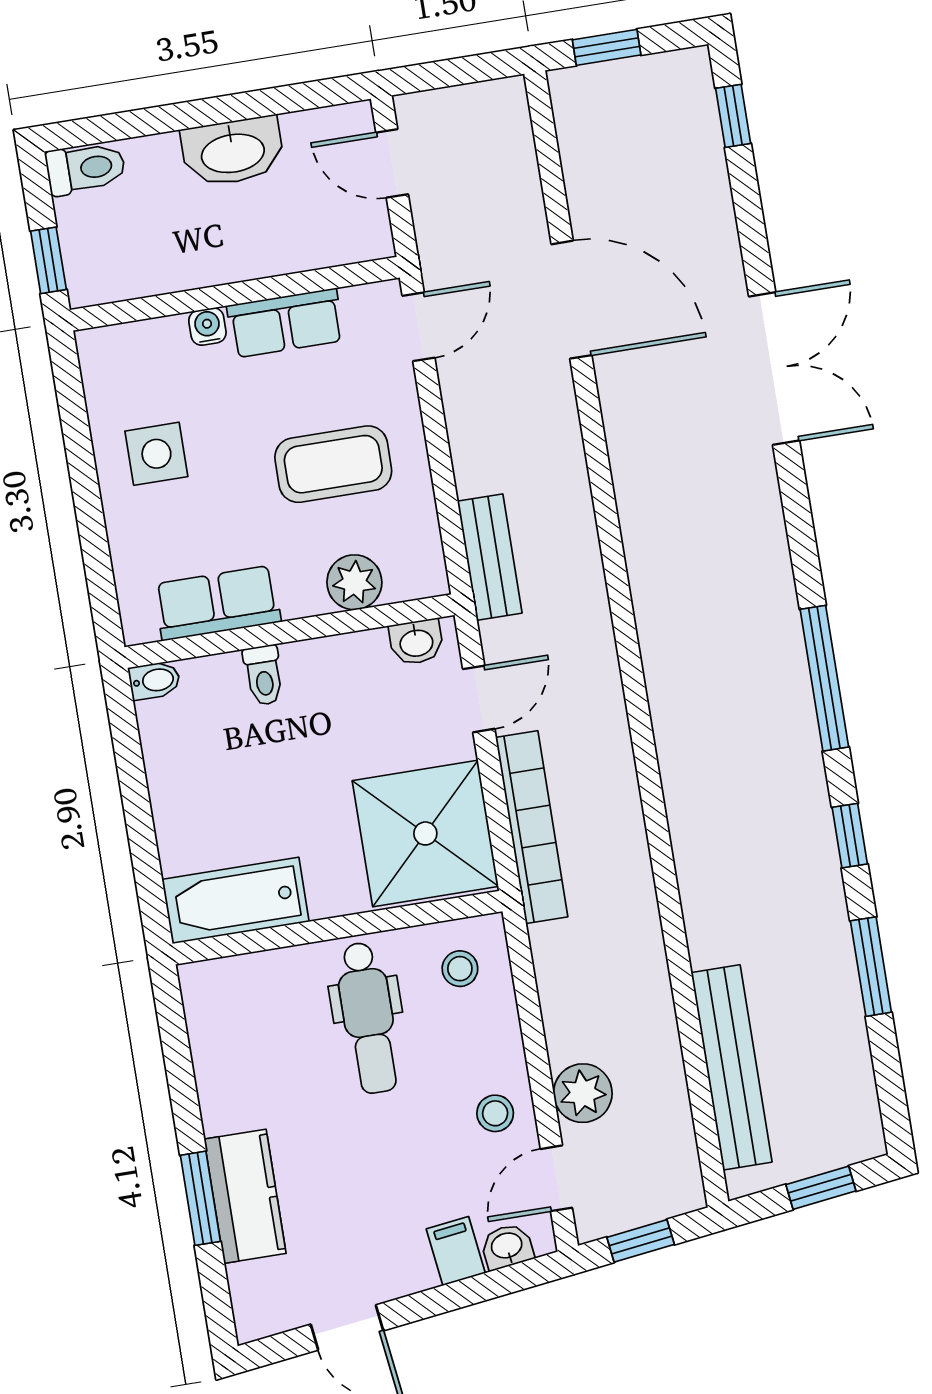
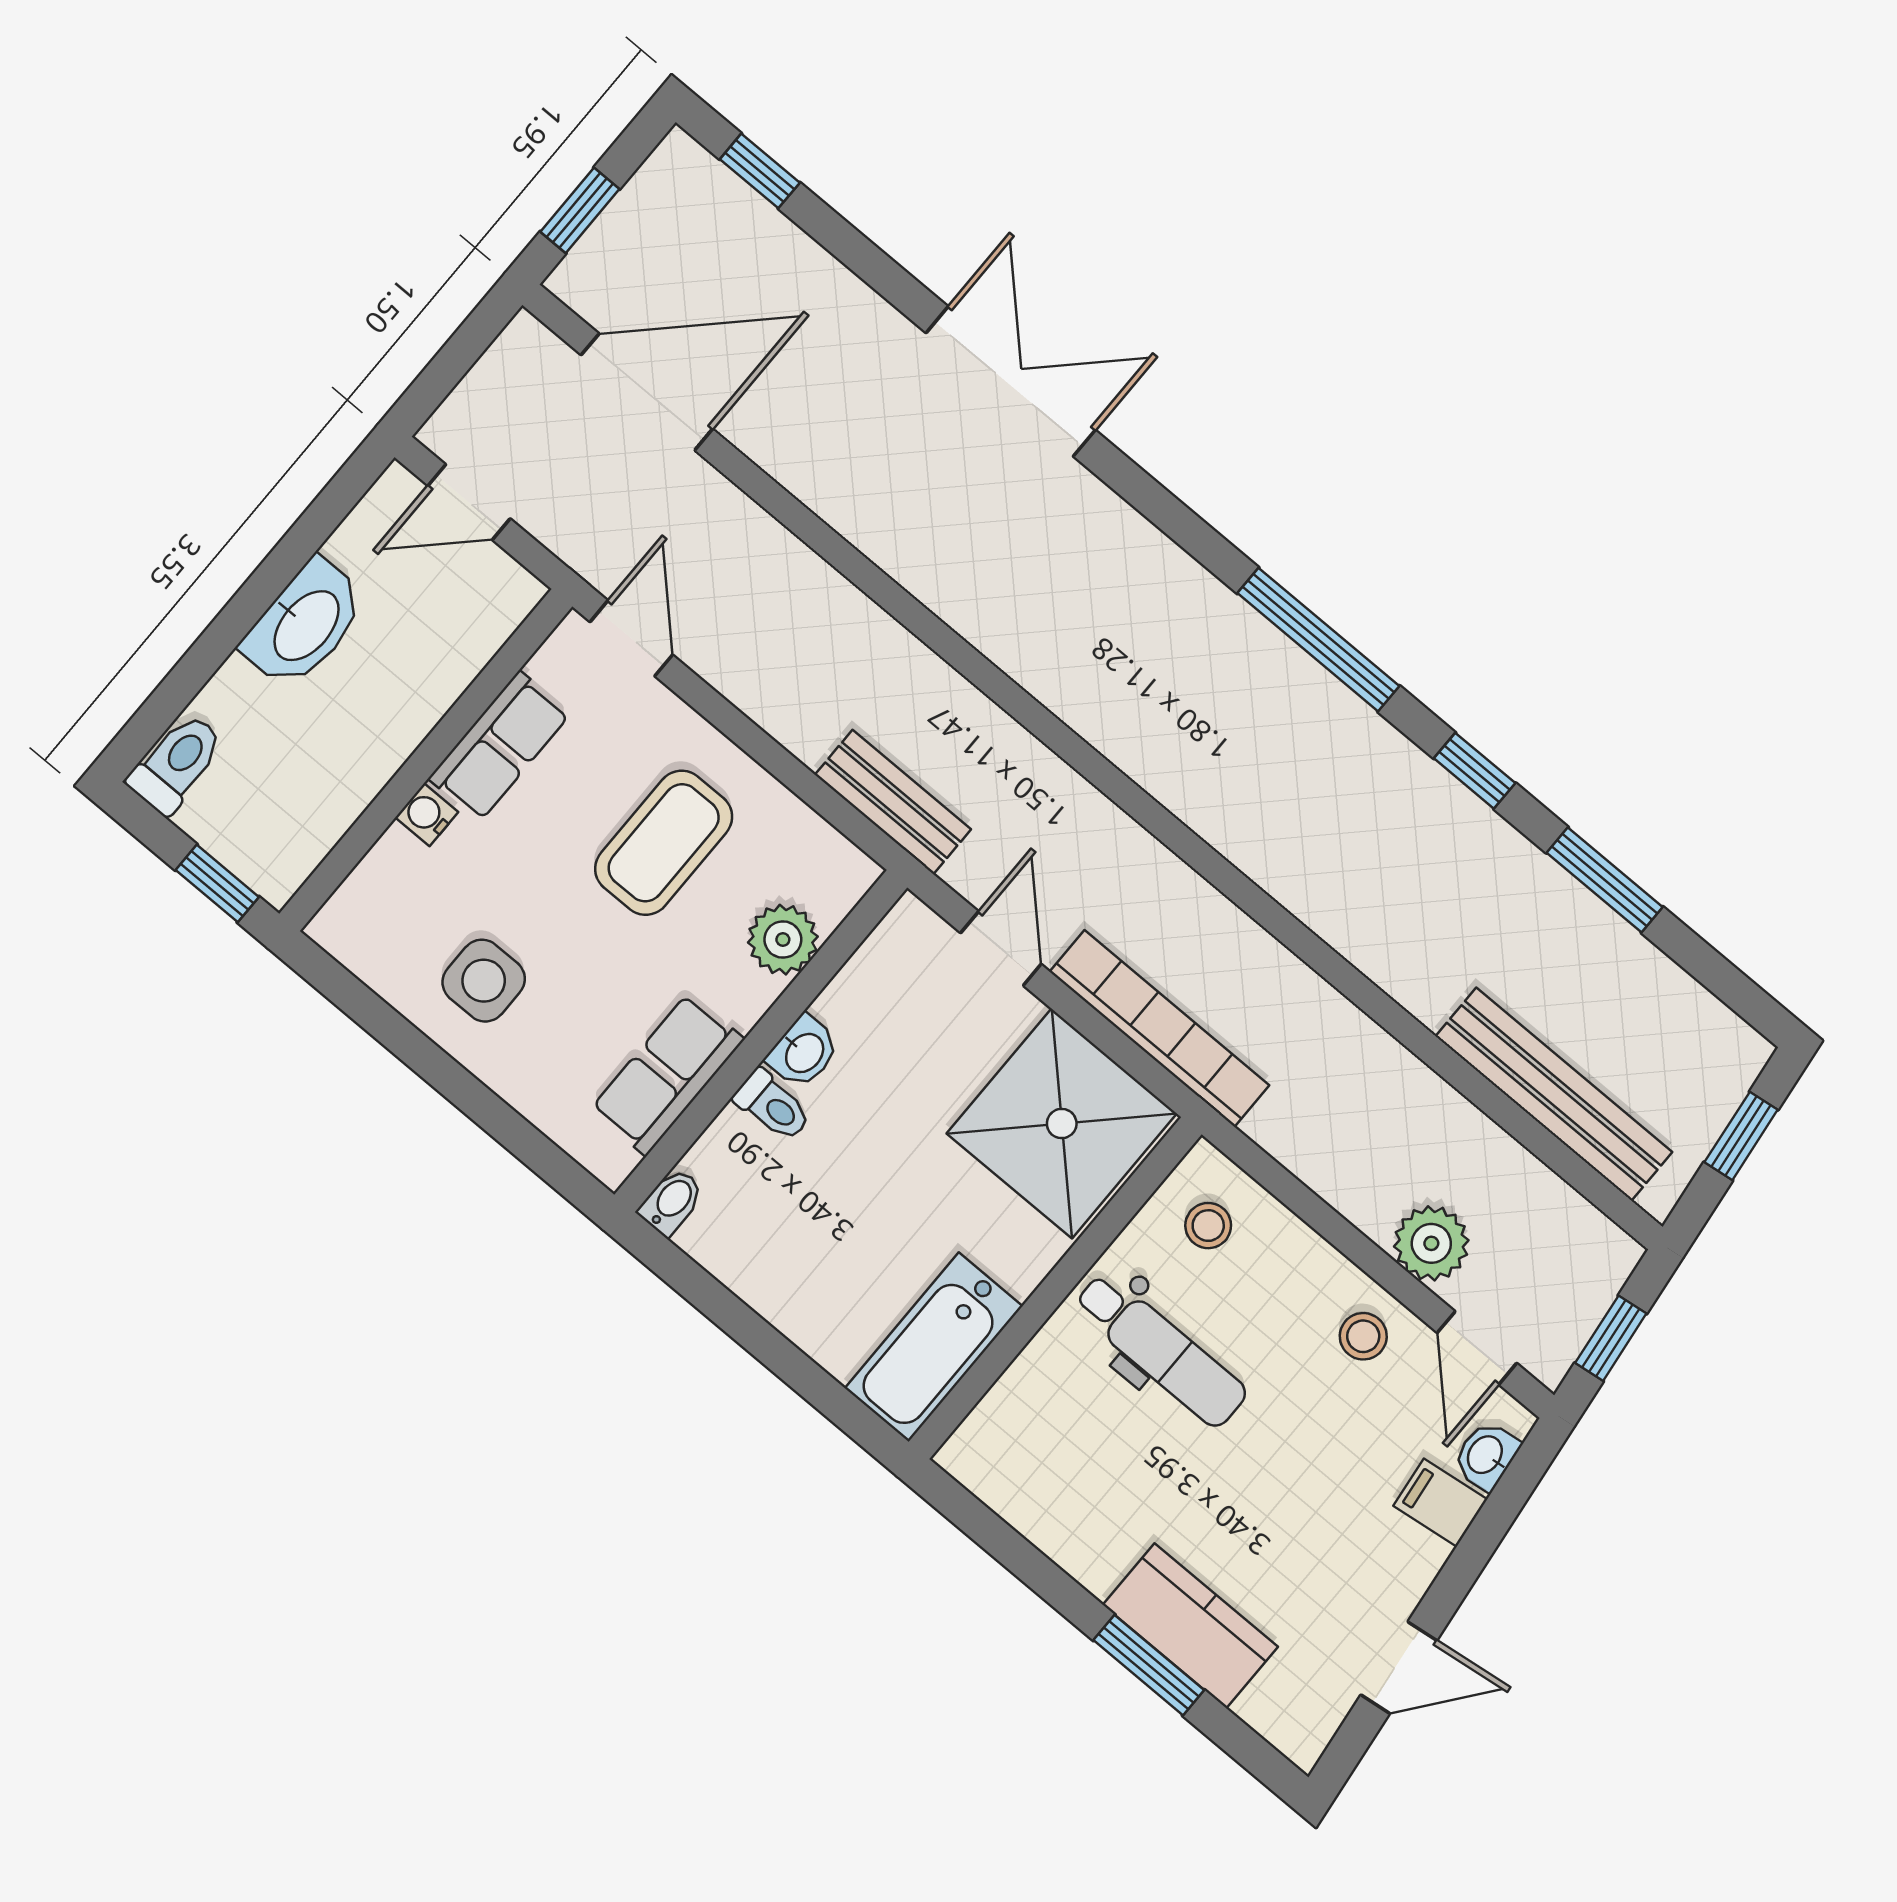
door: (572, 300) -> (647, 392), moved
washbasin: (416, 642) -> (803, 1052), moved

